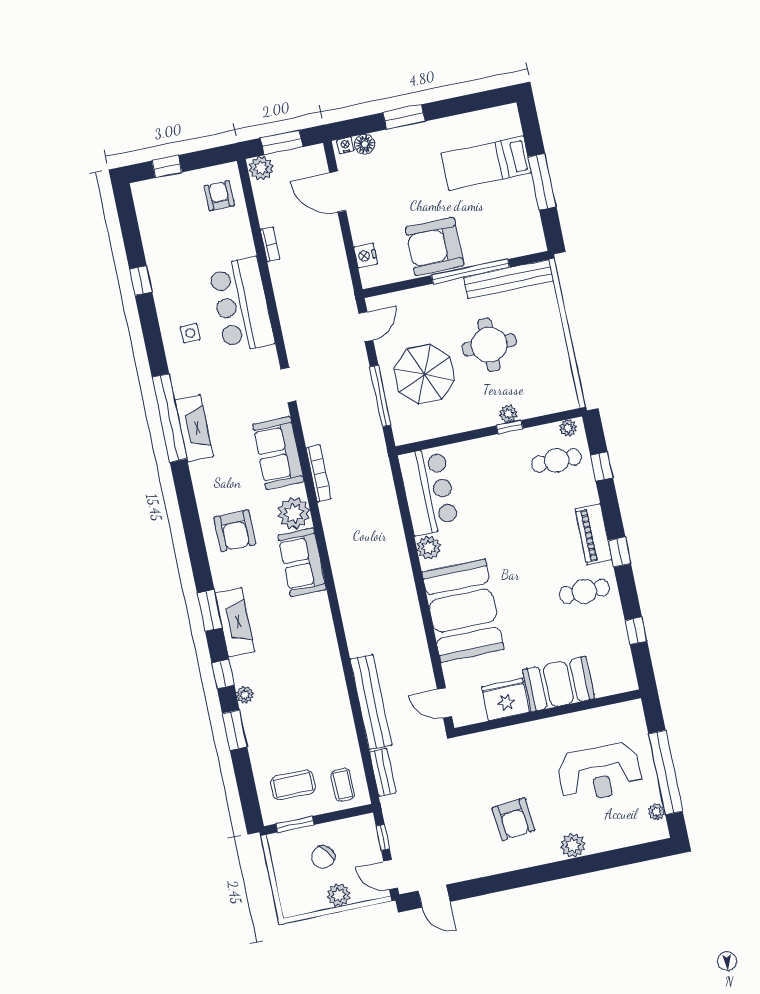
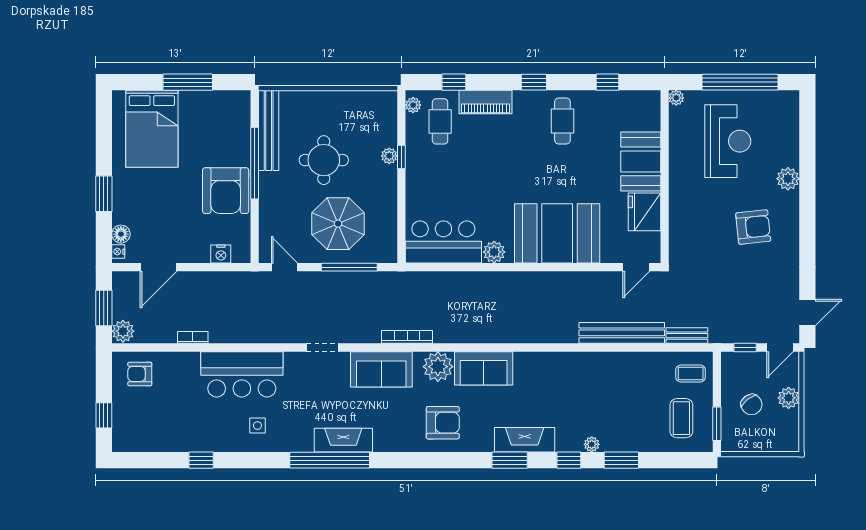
bed: (486, 163) -> (152, 129), width x1.50
piano: (594, 534) -> (485, 102), moved
plant: (656, 812) -> (676, 98), moved

